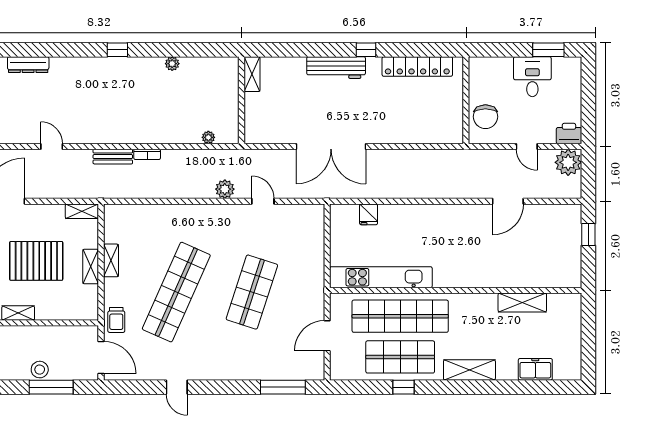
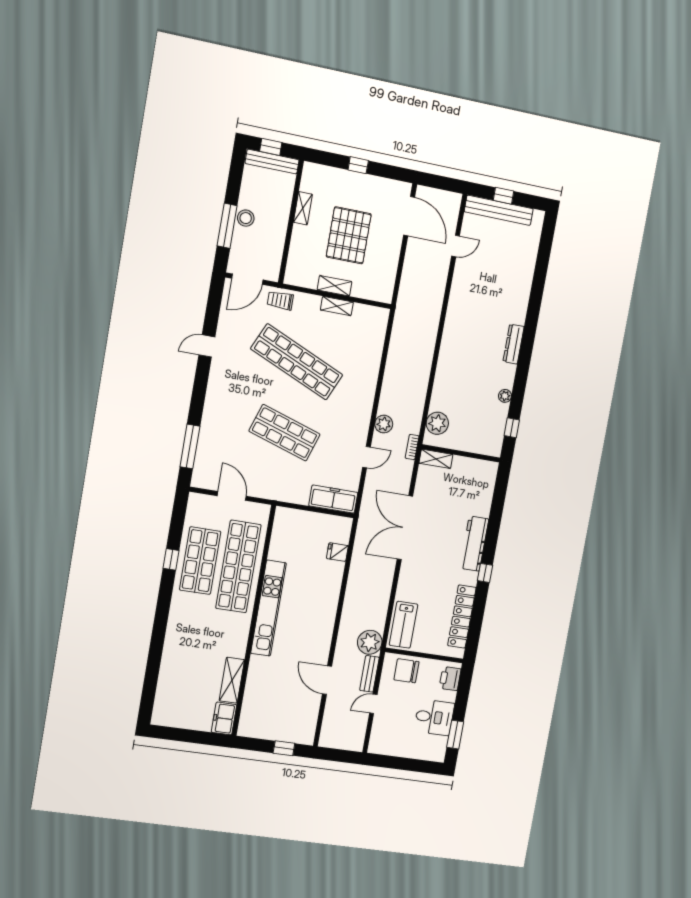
window: (117, 50) -> (512, 428), moved
dresser: (28, 65) -> (514, 344), moved
shelving: (252, 74) -> (436, 459), moved
lab bench: (436, 129) -> (404, 625), added
printer: (569, 134) -> (450, 679), moved, turned 180
plant: (208, 137) -> (437, 423), width x1.88, depth x1.88
door: (52, 146) -> (456, 246), moved
bookcase: (147, 154) -> (412, 447), moved
bench: (113, 157) -> (369, 674), moved
plant: (568, 162) -> (370, 642), moved
shelving: (82, 211) -> (387, 287), removed
freezer: (313, 229) -> (333, 499), added
kitchen unit: (381, 277) -> (268, 608), moved
freezer: (535, 369) -> (224, 718), moved, turned 180
shelving: (469, 370) -> (177, 623), removed

